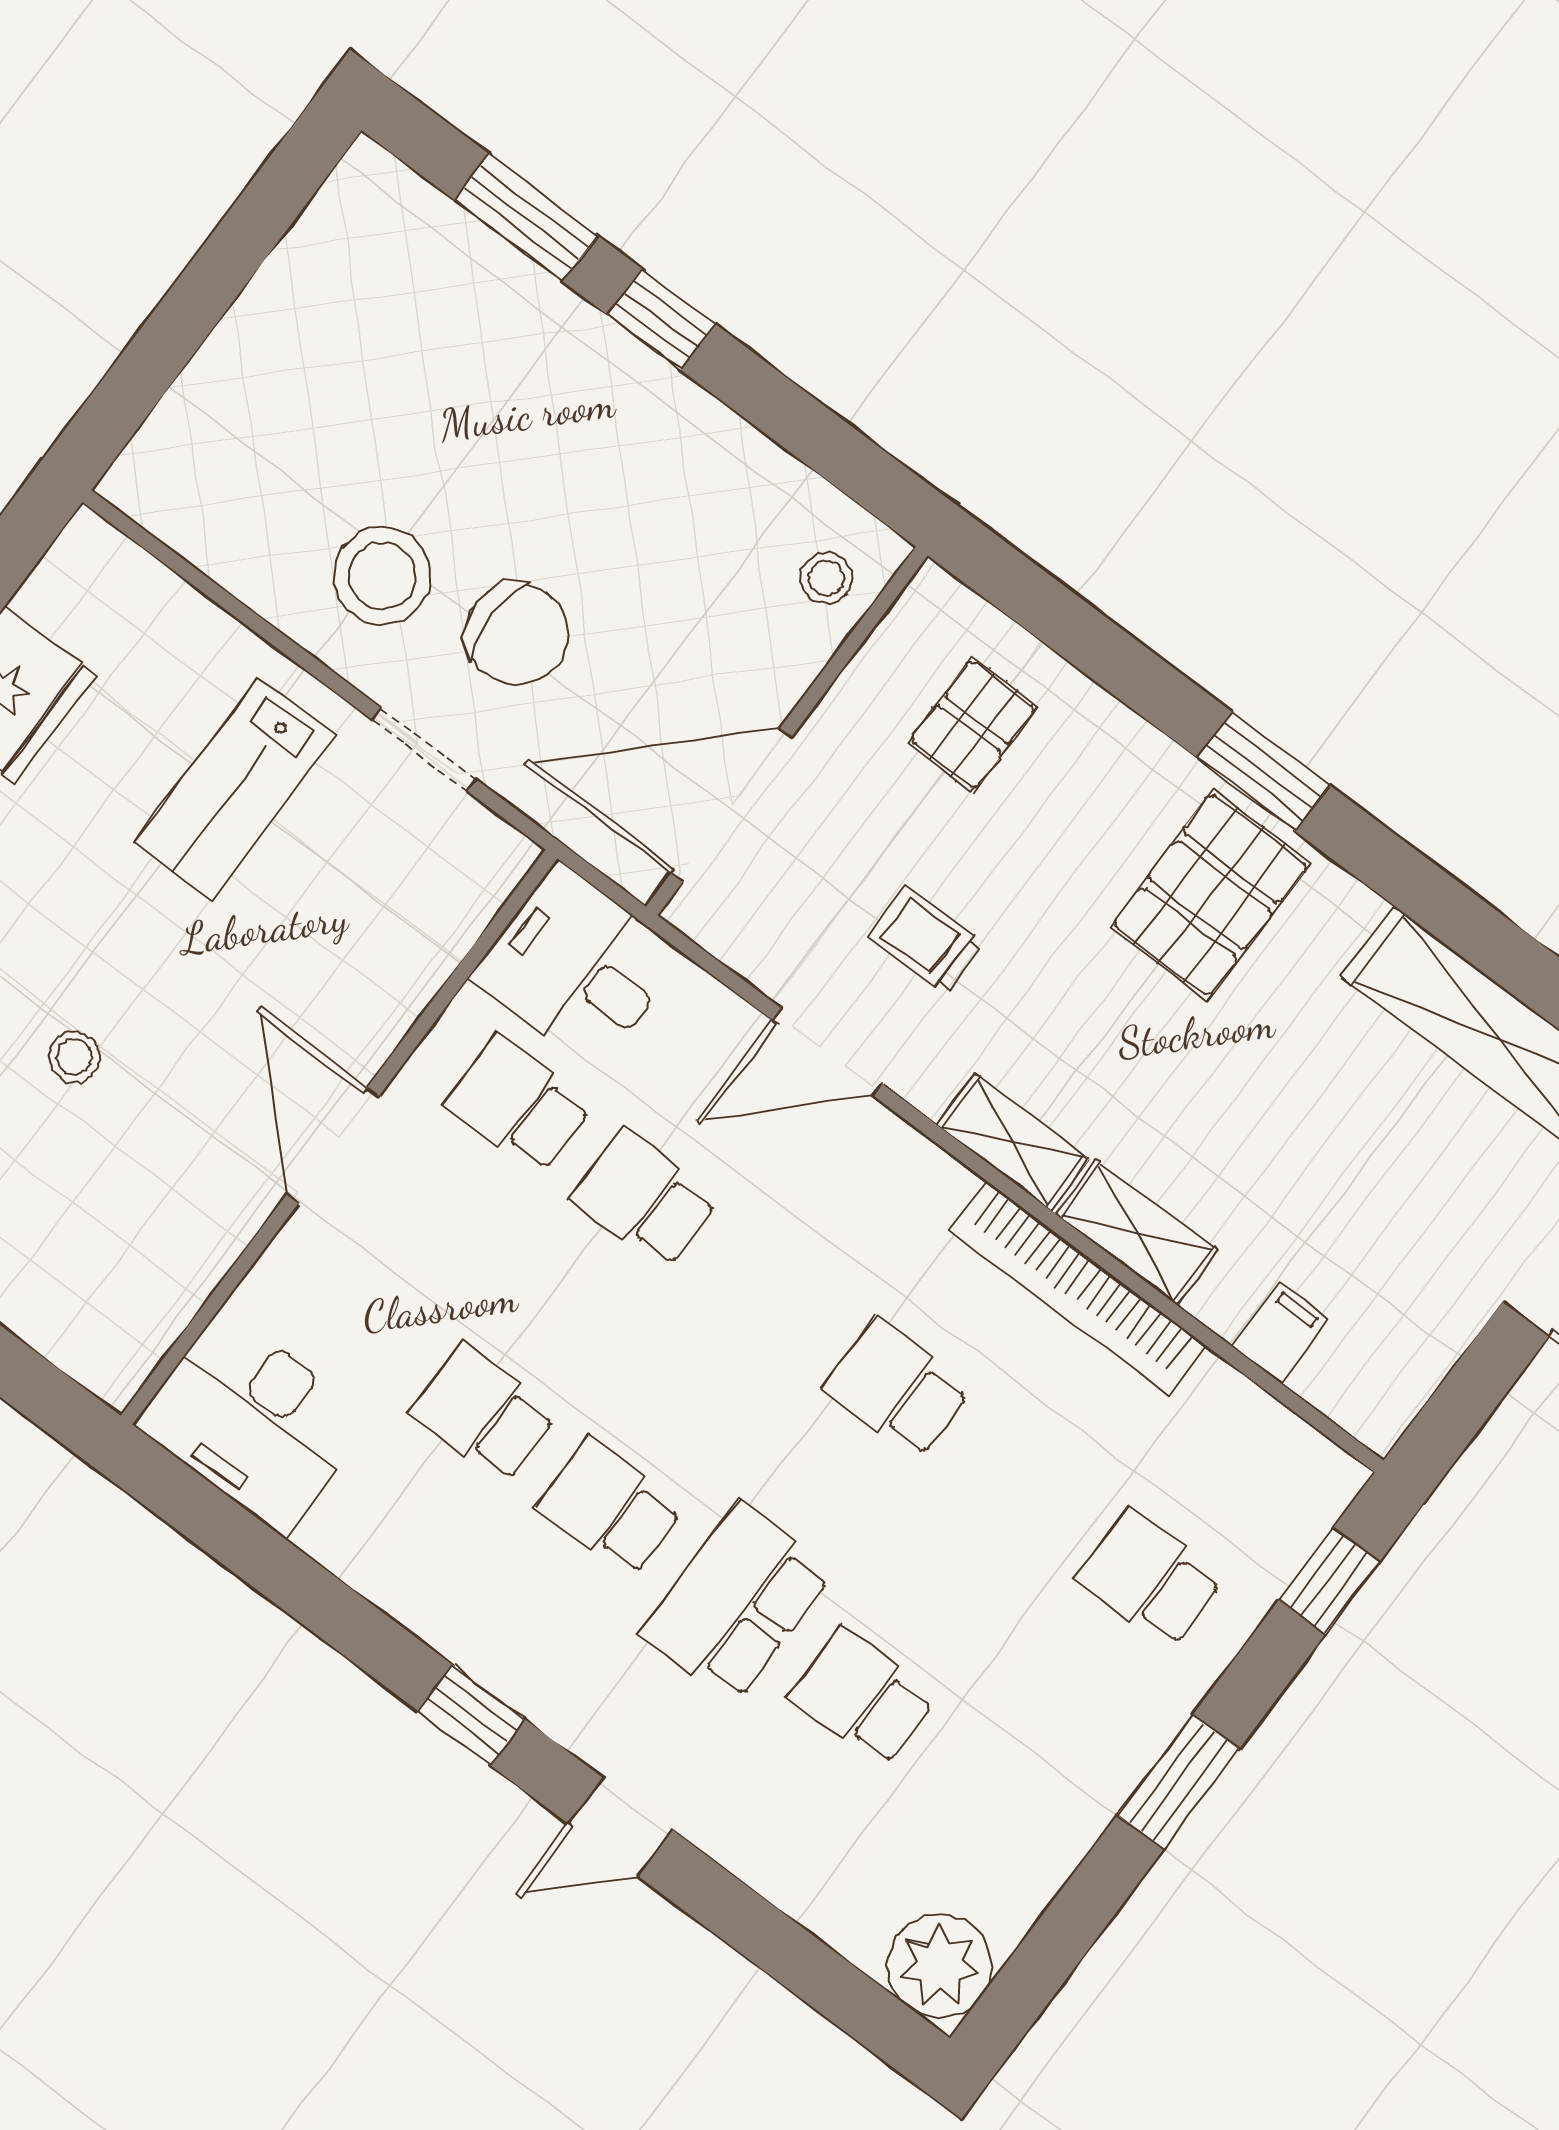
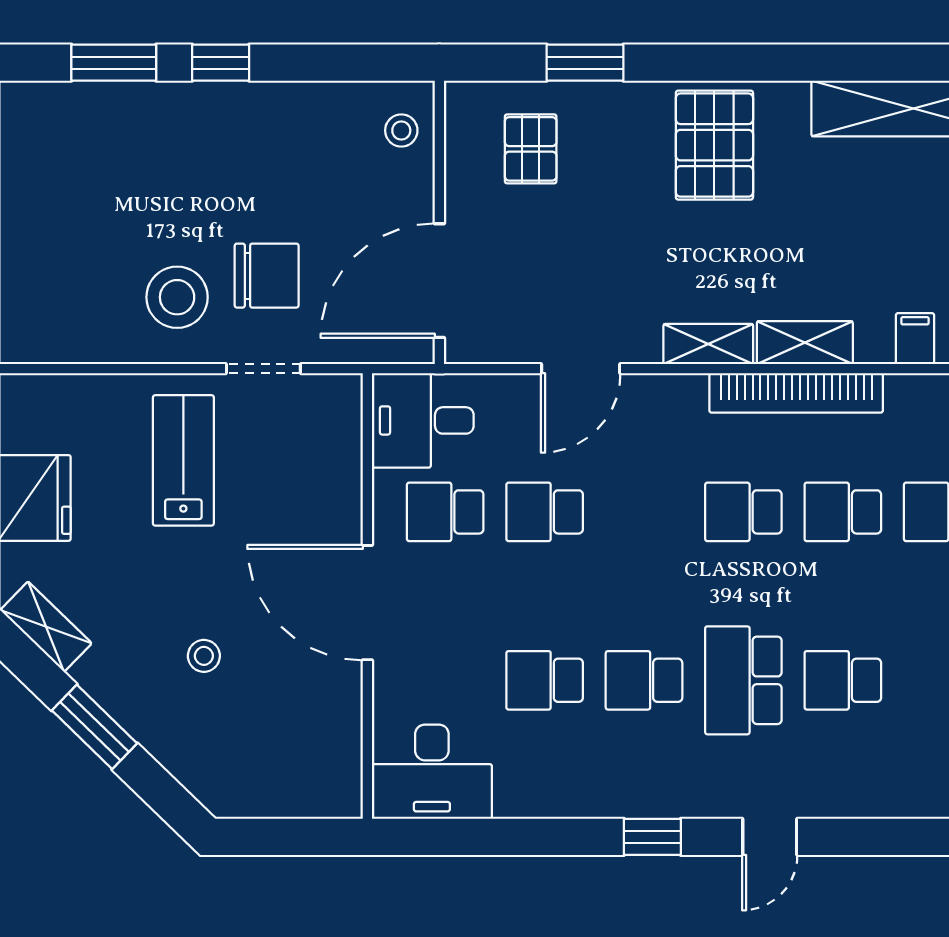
window: (1264, 772) -> (585, 63), moved
lab bench: (235, 789) -> (183, 460), turned 180
trolley: (926, 940) -> (588, 275), removed
door: (333, 1145) -> (367, 603), width x1.36
school desk: (1023, 1484) -> (843, 512), added

